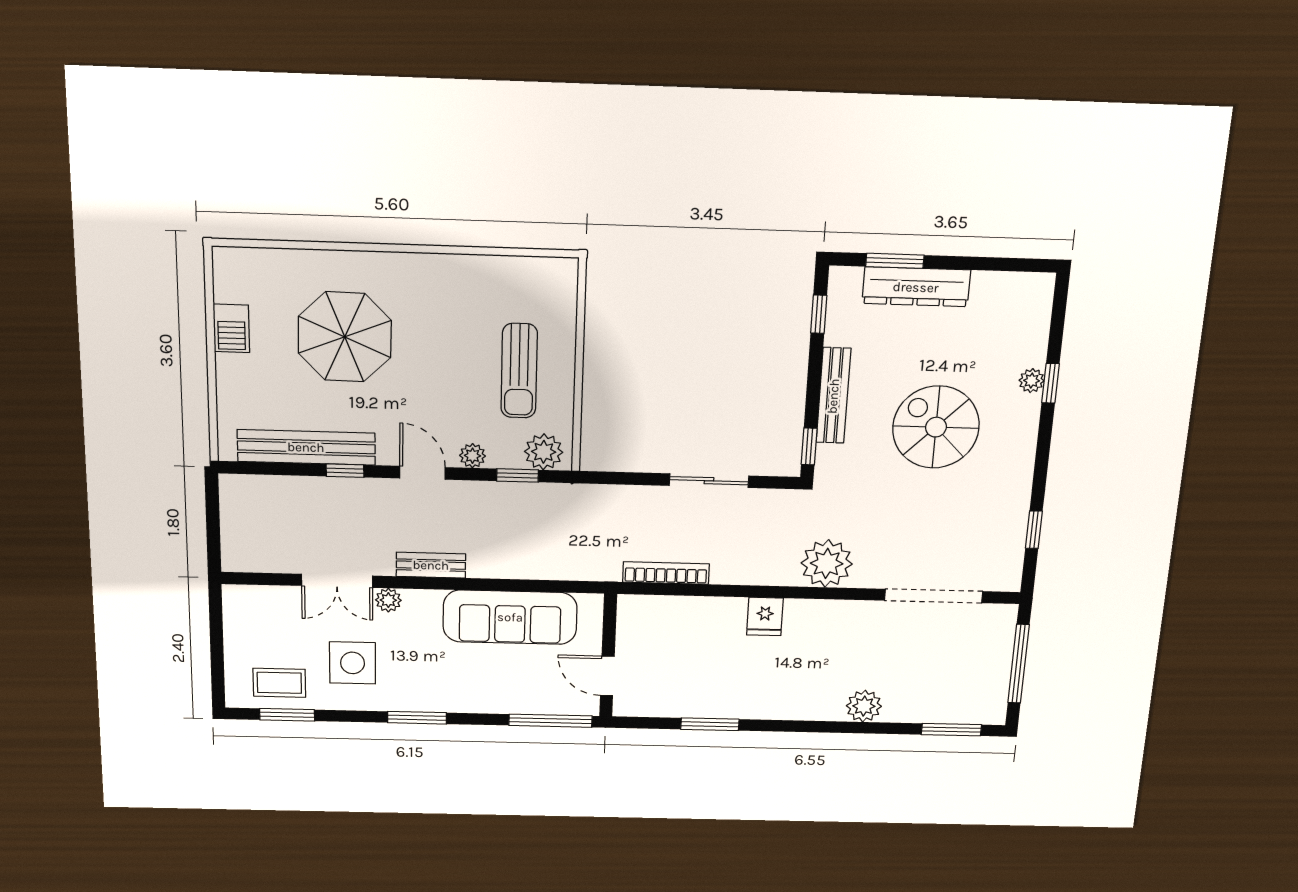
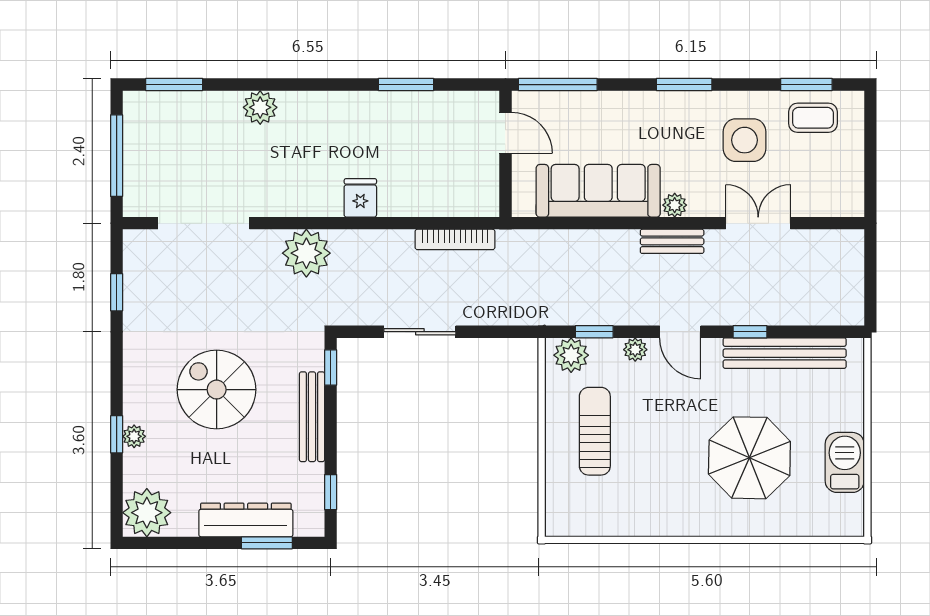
plant: (1026, 298) -> (147, 513), added
barbecue: (231, 328) -> (845, 462), width x1.38, depth x1.27
spiral stairs: (936, 427) -> (217, 390), turned 180
plant: (388, 600) -> (675, 205), moved

